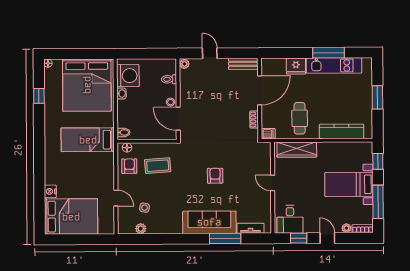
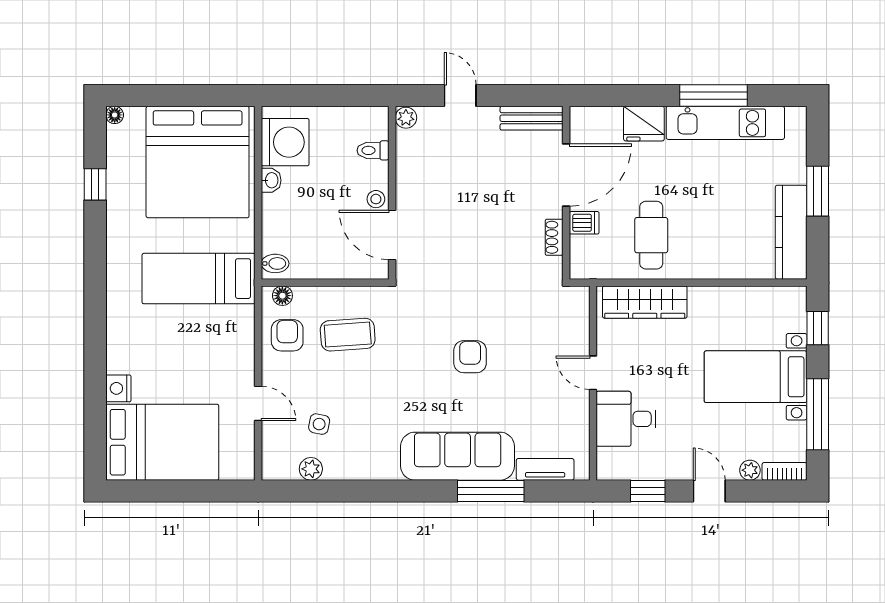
kitchen counter: (342, 131) -> (791, 232), moved, turned -90
dishwasher: (268, 134) -> (584, 223), moved
desk: (290, 219) -> (626, 419), moved, turned 90

